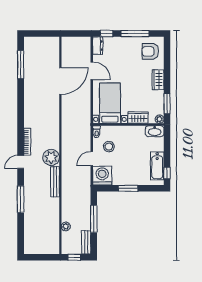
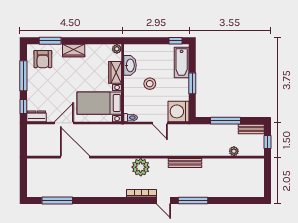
window: (167, 104) -> (50, 41), moved
washbasin: (155, 131) -> (130, 65), moved
stool: (109, 147) -> (150, 84), moved
plant: (51, 157) -> (141, 167), moved
bathtub: (157, 166) -> (182, 63), moved, turned 90
window: (21, 199) -> (193, 200), moved

